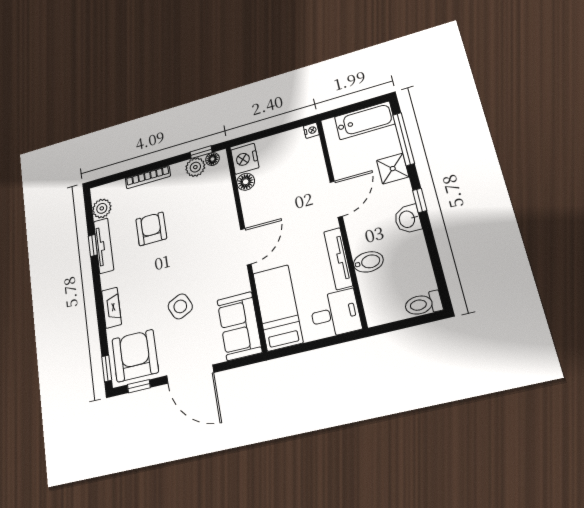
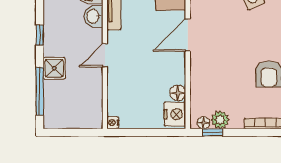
bathtub: (365, 120) -> (67, 118), removed
door: (336, 199) -> (105, 55), width x0.73
washbasin: (408, 219) -> (93, 16), moved, turned 180

